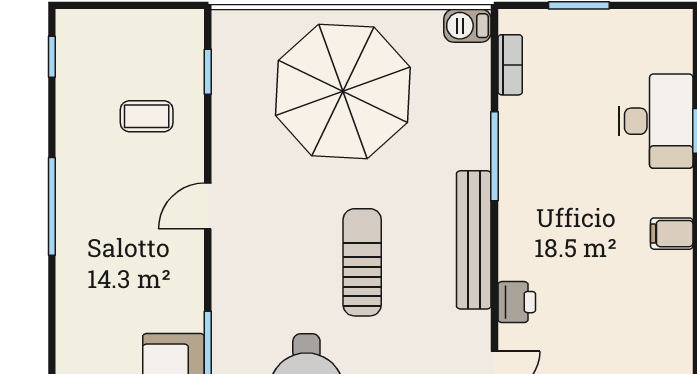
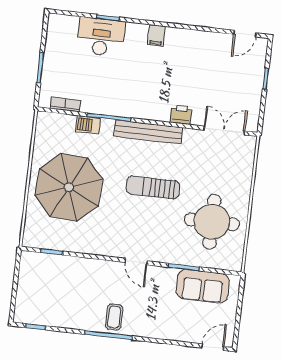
barbecue: (467, 26) -> (88, 125), moved, turned 90
coffee table: (147, 116) -> (114, 317), moved
door: (208, 206) -> (136, 262), moved

